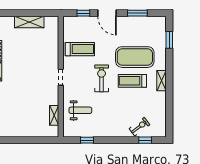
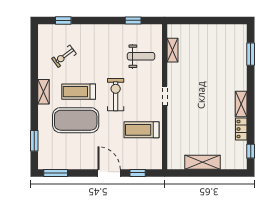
window: (137, 13) -> (56, 173), moved
exercise bike: (102, 78) -> (116, 95), turned 180
treadmill: (132, 81) -> (79, 92), turned 180
weight bench: (80, 110) -> (141, 56), turned 180
exercise bike: (139, 127) -> (64, 56), moved

